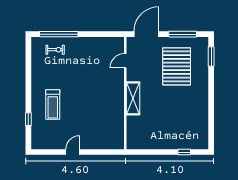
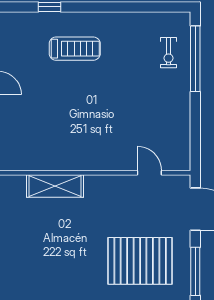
shelving: (133, 98) -> (55, 186), moved
treadmill: (53, 104) -> (75, 49), turned 180

